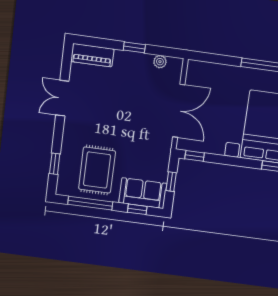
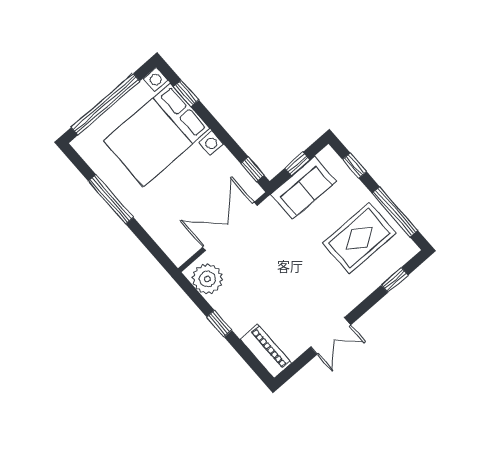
plant: (160, 62) -> (207, 279), width x1.87, depth x1.87
sofa: (143, 193) -> (304, 188), moved, turned -90

